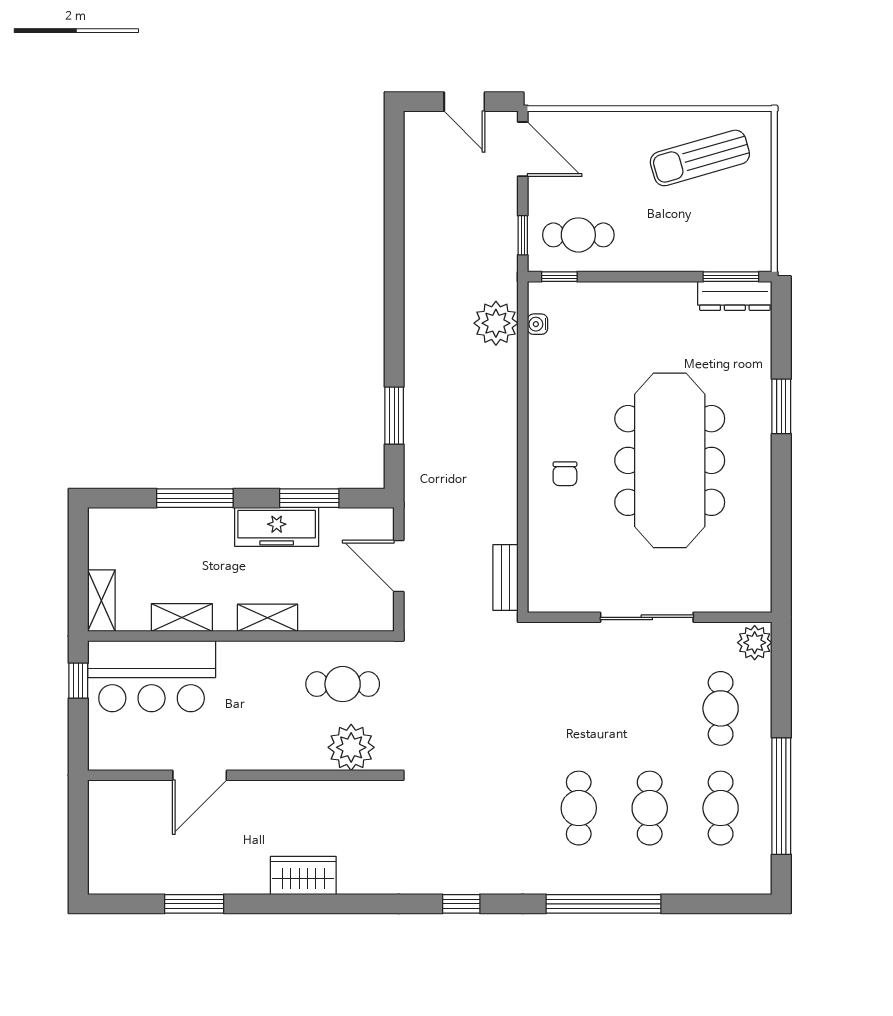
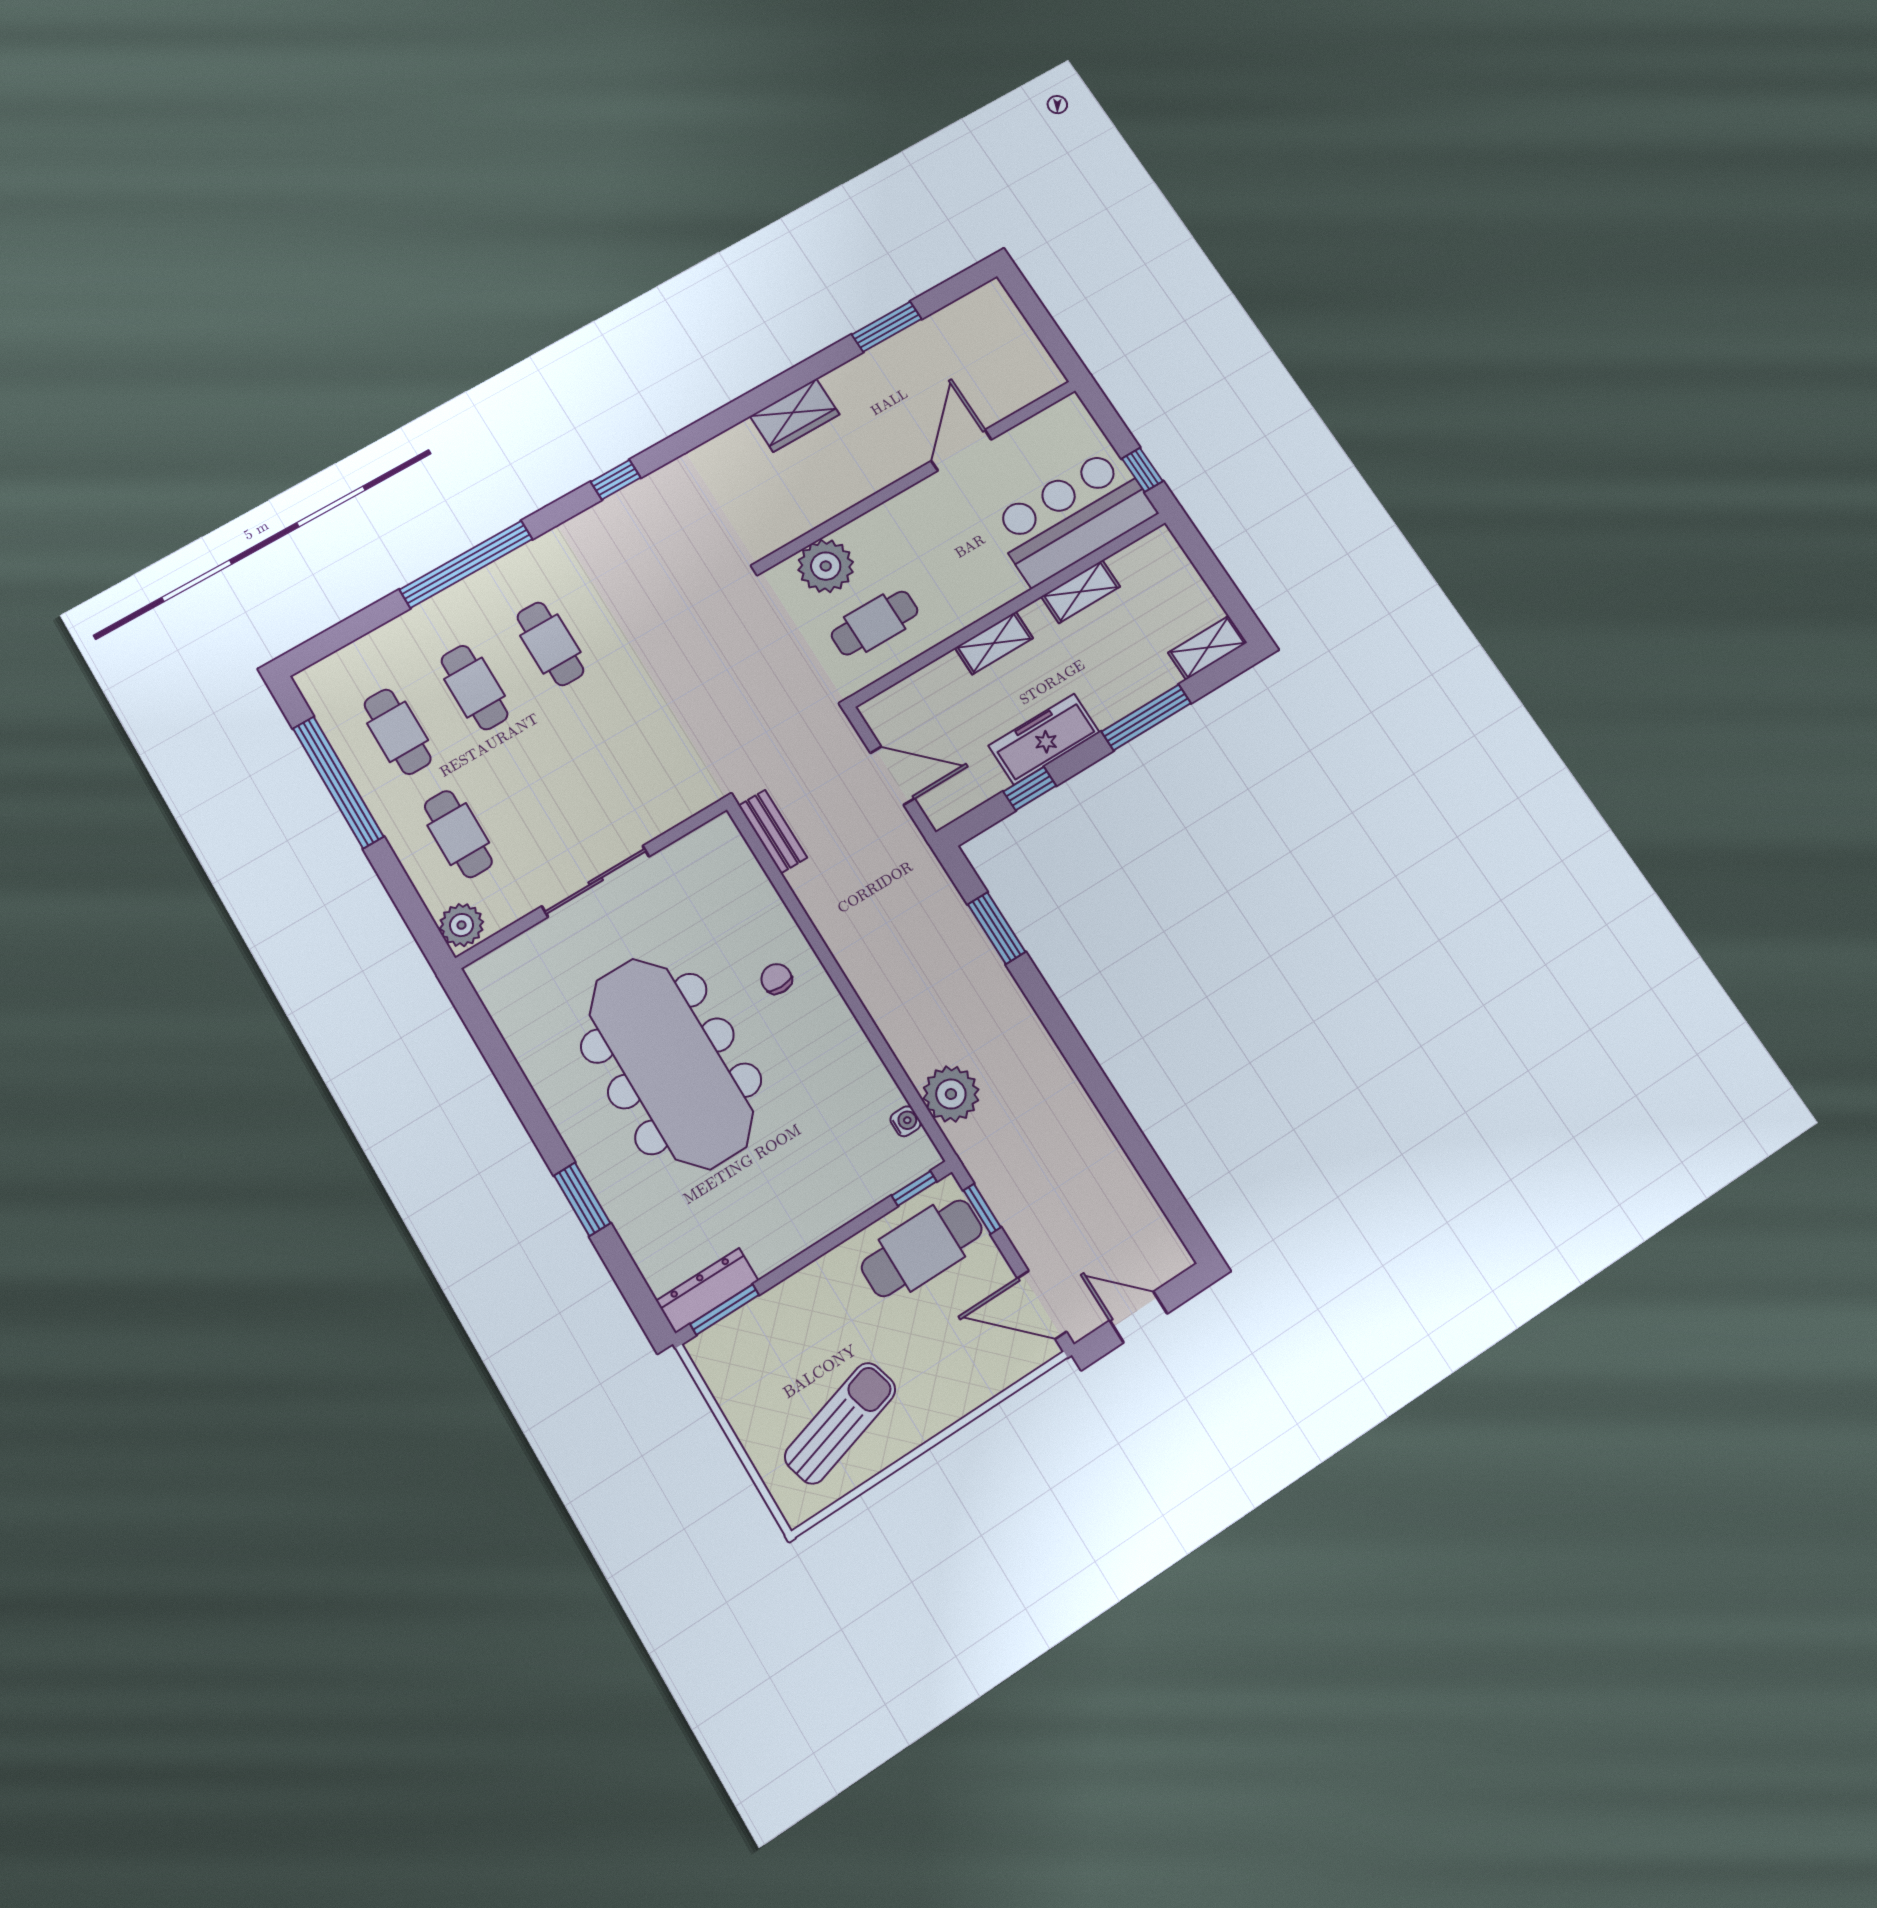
cafe table: (578, 235) -> (922, 1248), width x1.37, depth x1.35
window: (309, 498) -> (1030, 789), width x0.67
shelving: (101, 601) -> (1208, 648), moved, turned 90

